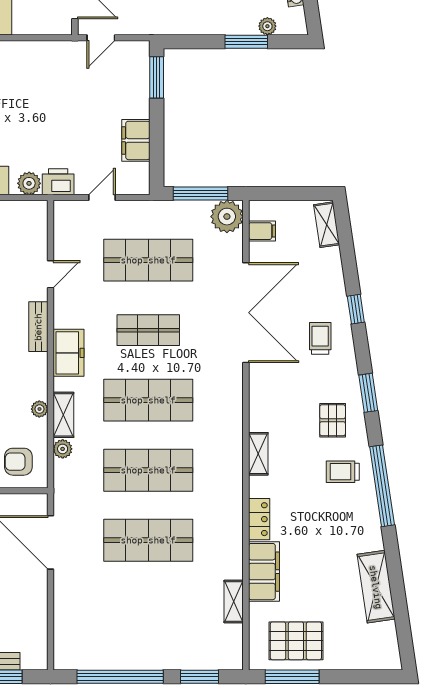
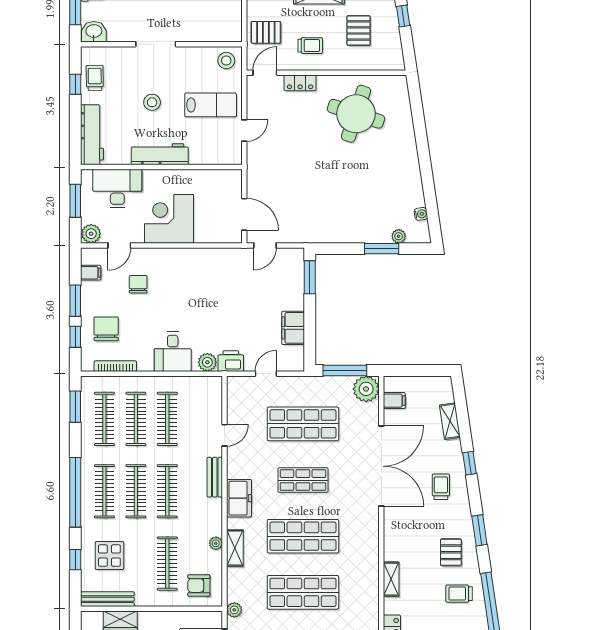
shelving: (327, 225) -> (450, 421), moved
plant: (63, 449) -> (234, 610), moved

